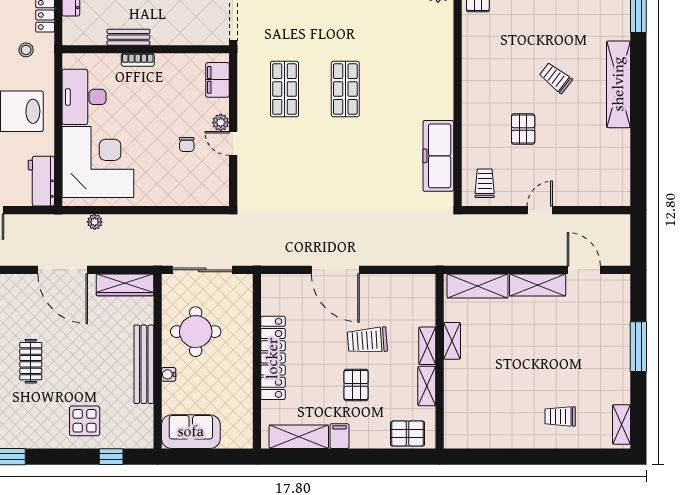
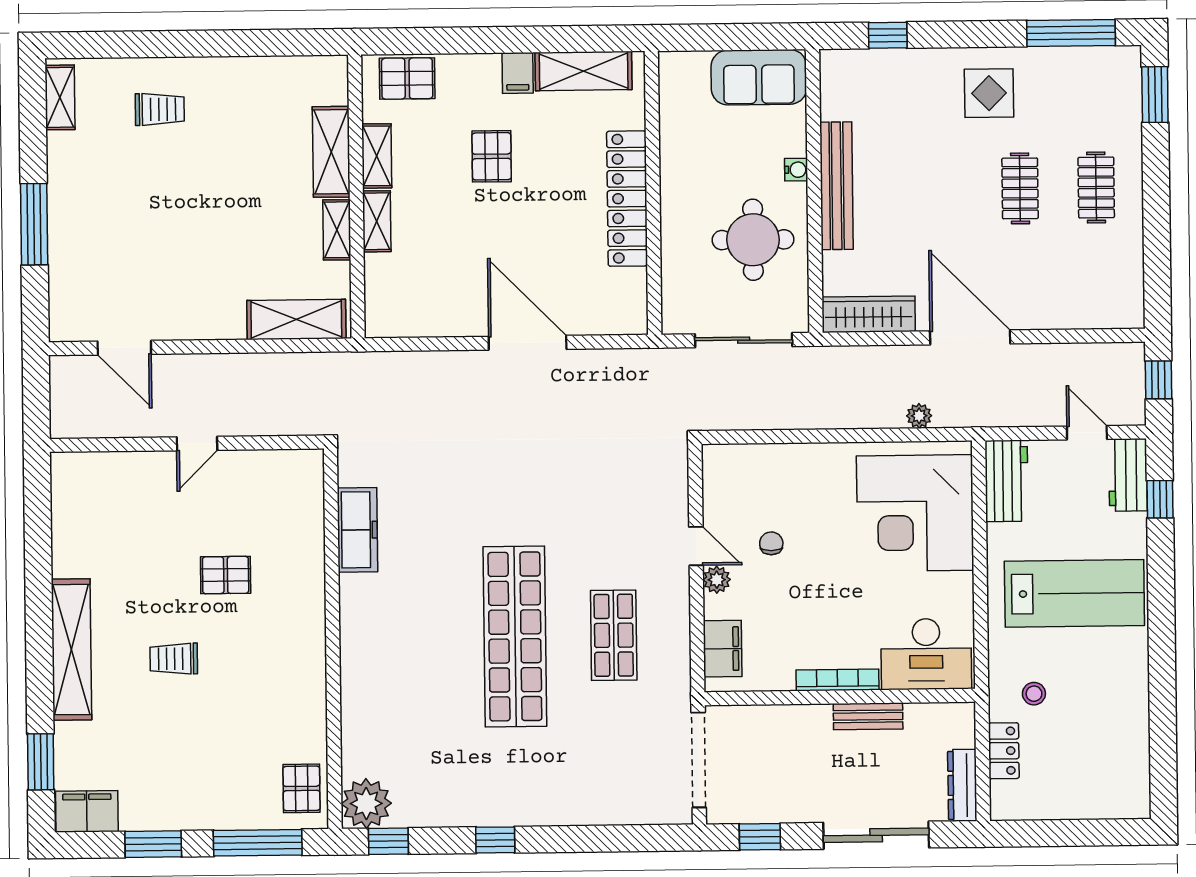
bookcase: (138, 60) -> (838, 680), width x1.56
trolley: (556, 78) -> (174, 659), turned 142
shop shelf: (345, 89) -> (515, 636), width x2.00, depth x1.36
desk: (84, 97) -> (926, 654), moved, turned 90
pallet: (523, 129) -> (226, 575), turned 90
freezer: (438, 156) -> (357, 530), width x0.73, depth x0.79
trolley: (485, 183) -> (287, 486), removed
shelving: (538, 285) -> (331, 152), moved, turned 90
trolley: (367, 340) -> (474, 229), removed
display table: (85, 421) -> (989, 93), moved

